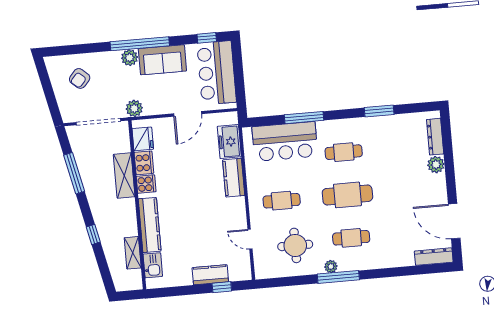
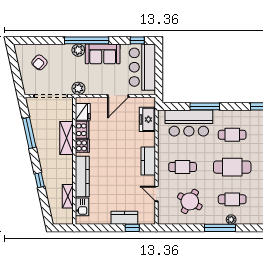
kitchen counter: (234, 178) -> (148, 161), moved
round table: (295, 245) -> (190, 201), turned 30
plant: (331, 267) -> (231, 220), moved

